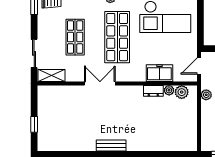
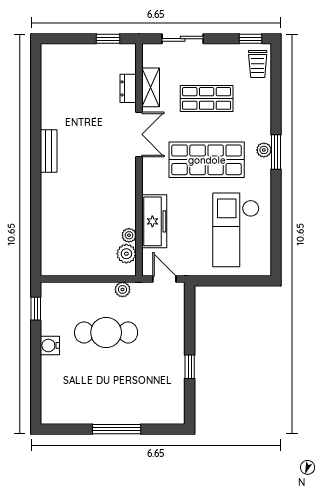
freezer: (159, 73) -> (154, 221), width x1.40
shelving: (52, 75) -> (151, 87), moved
dresser: (153, 91) -> (128, 88), moved
window: (34, 124) -> (108, 39), moved

